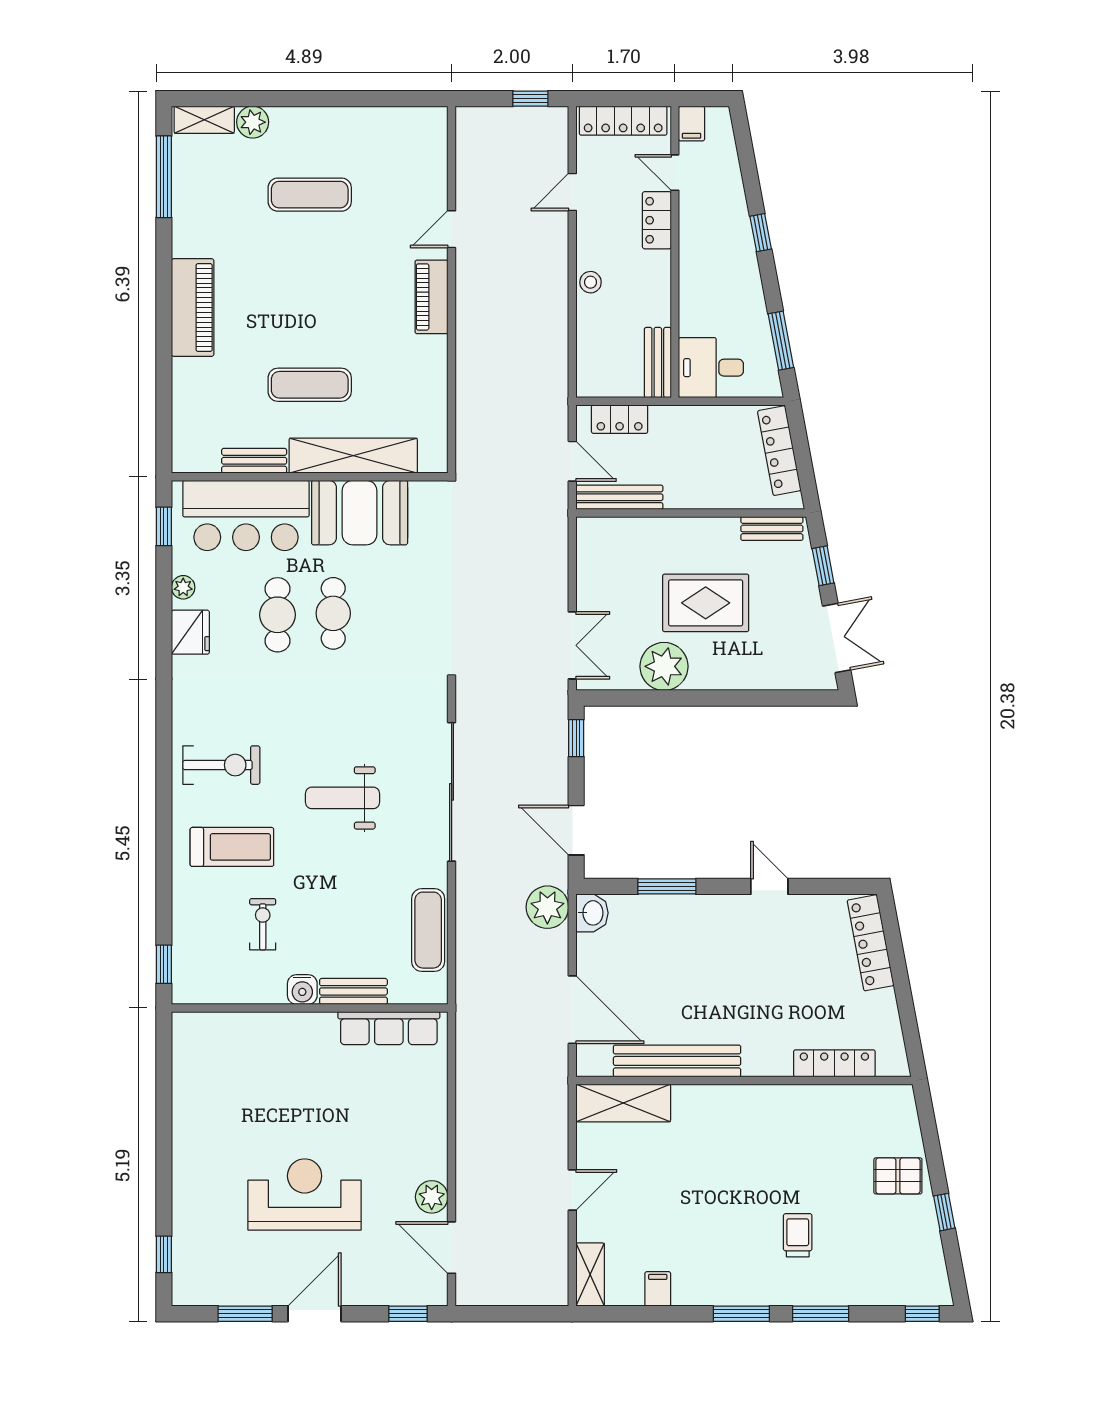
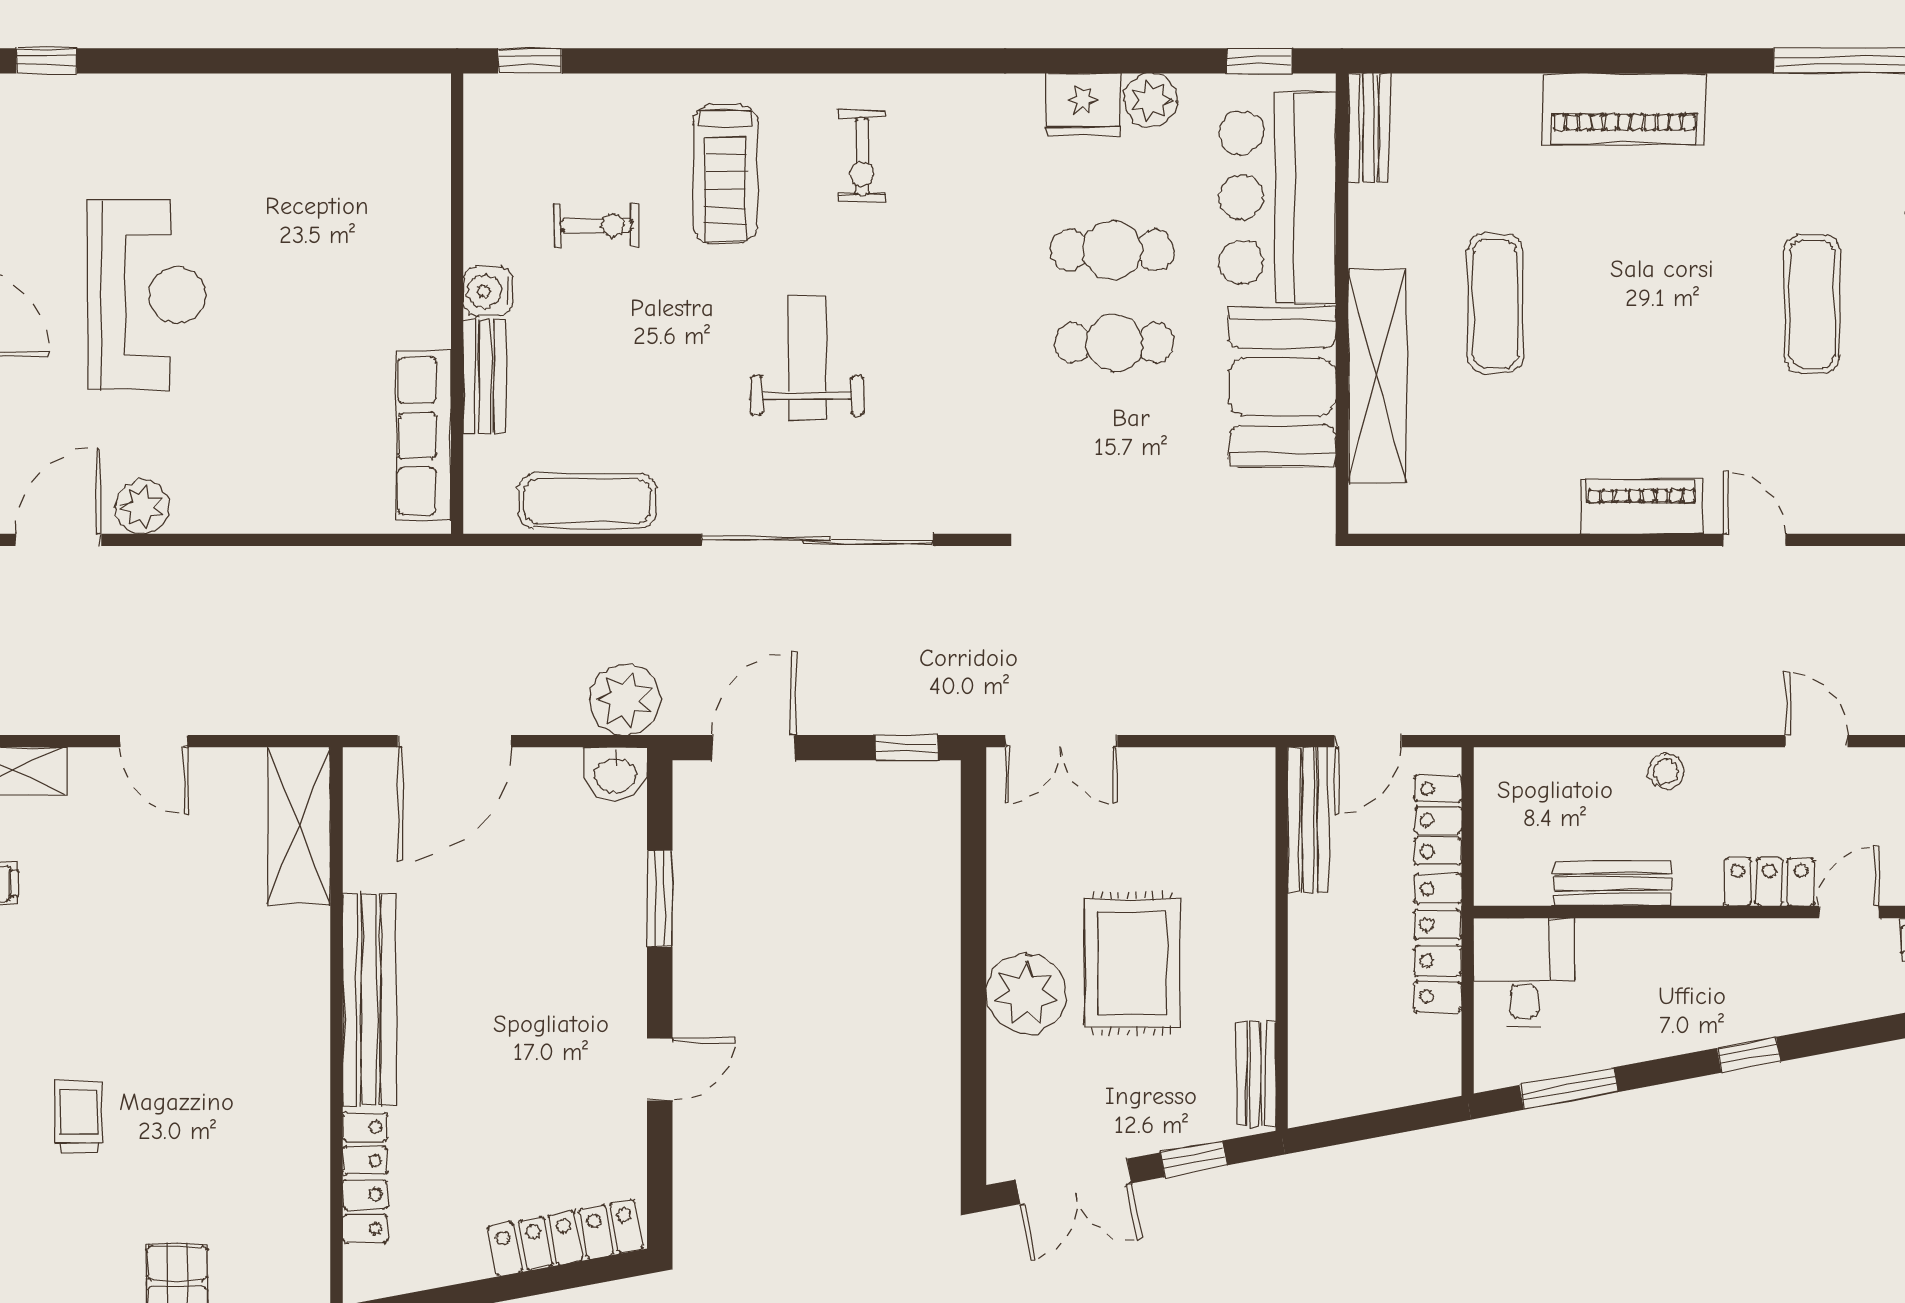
bench: (658, 363) -> (1612, 884), moved
locker: (779, 451) -> (1438, 943), moved, turned -79
bench: (254, 461) -> (1369, 127), moved
plant: (183, 587) -> (1151, 100), width x1.38, depth x1.38
plant: (664, 666) -> (1026, 994), moved
exercise bike: (221, 765) -> (862, 156), width x0.73, depth x0.72
bench: (677, 1061) -> (369, 1000), moved
trolley: (798, 1235) -> (79, 1117), turned -90

